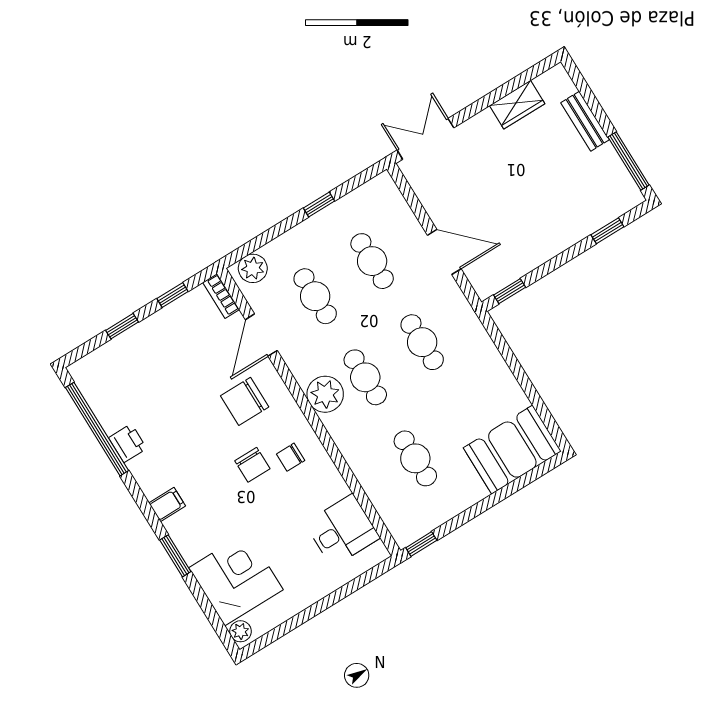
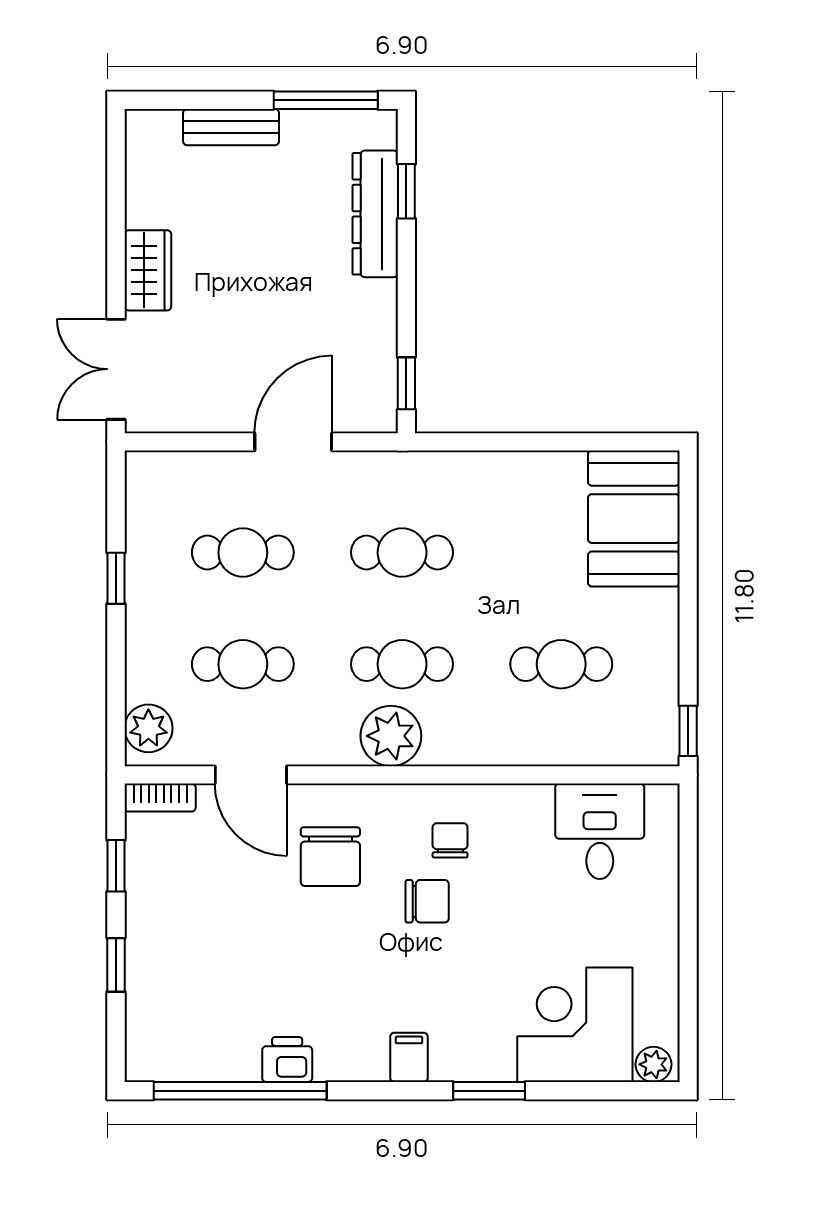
wardrobe: (517, 105) -> (148, 270), moved
dresser: (586, 222) -> (375, 214), added
chair: (291, 457) -> (450, 840), turned 180

